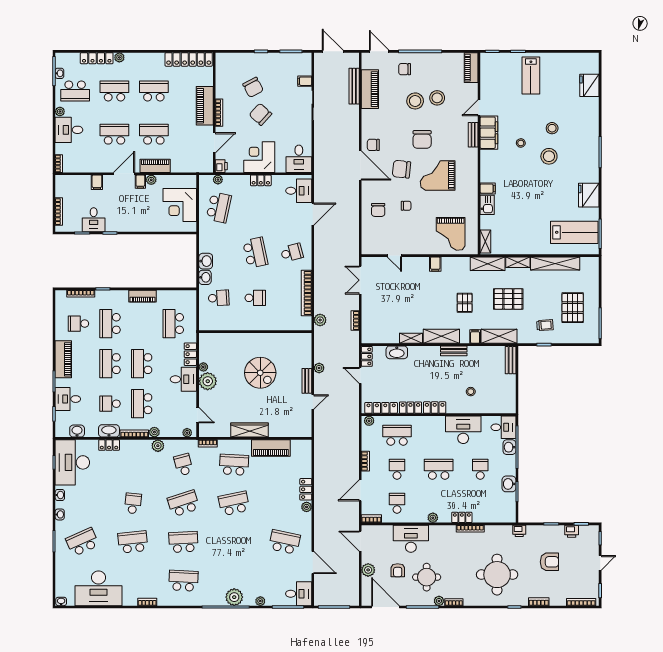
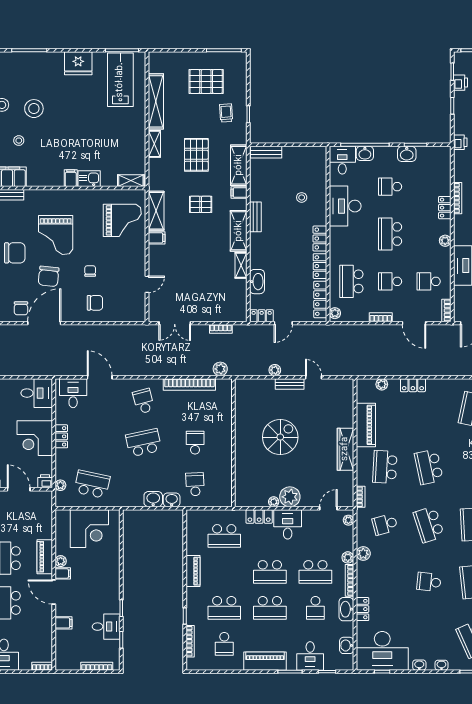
shelving: (488, 264) -> (156, 211), moved
plant: (307, 507) -> (382, 384), moved

